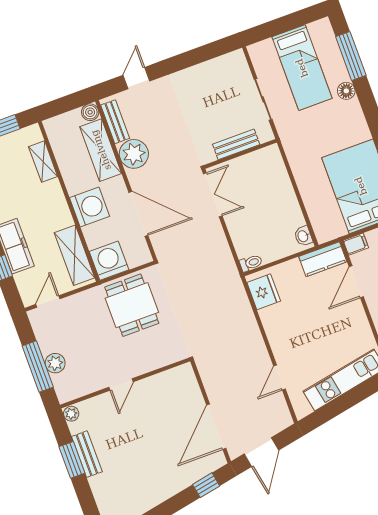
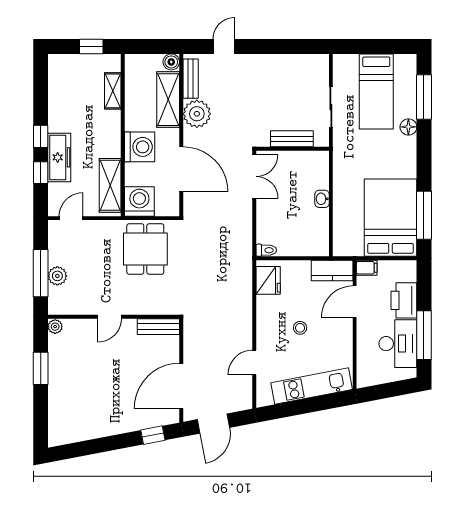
washbasin: (303, 236) -> (322, 199), moved
stool: (312, 327) -> (300, 328), added
bench: (87, 454) -> (158, 327), moved, turned 90

